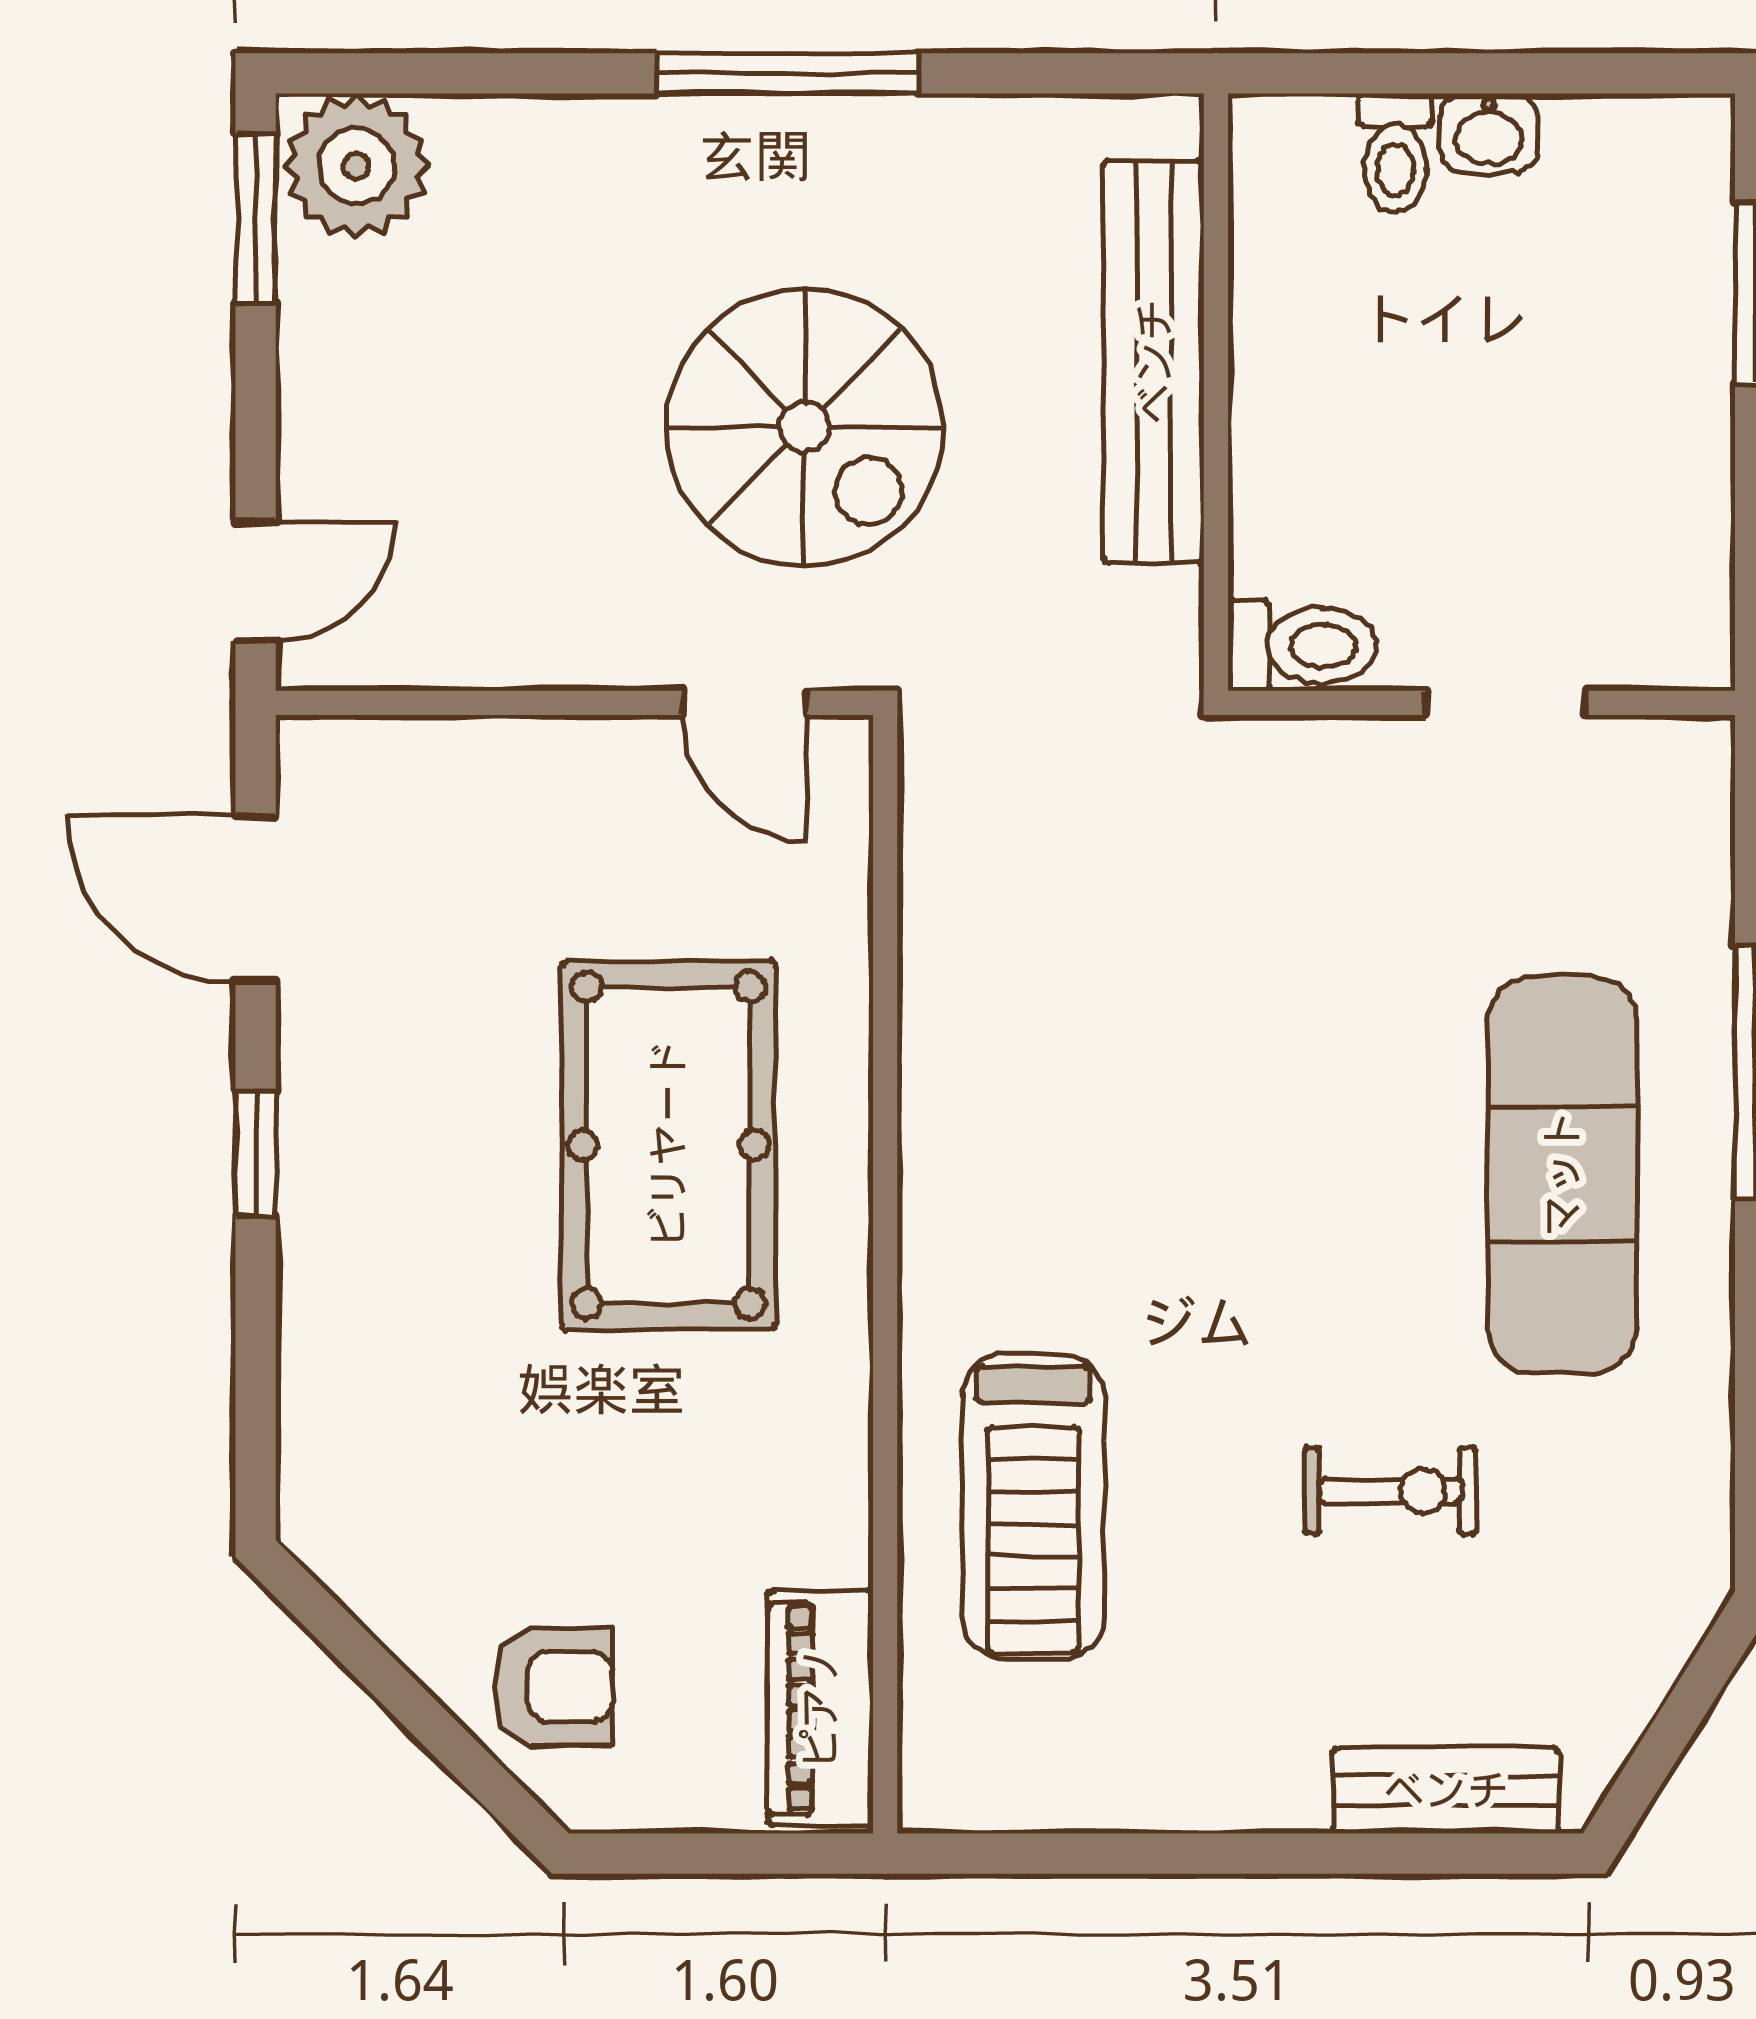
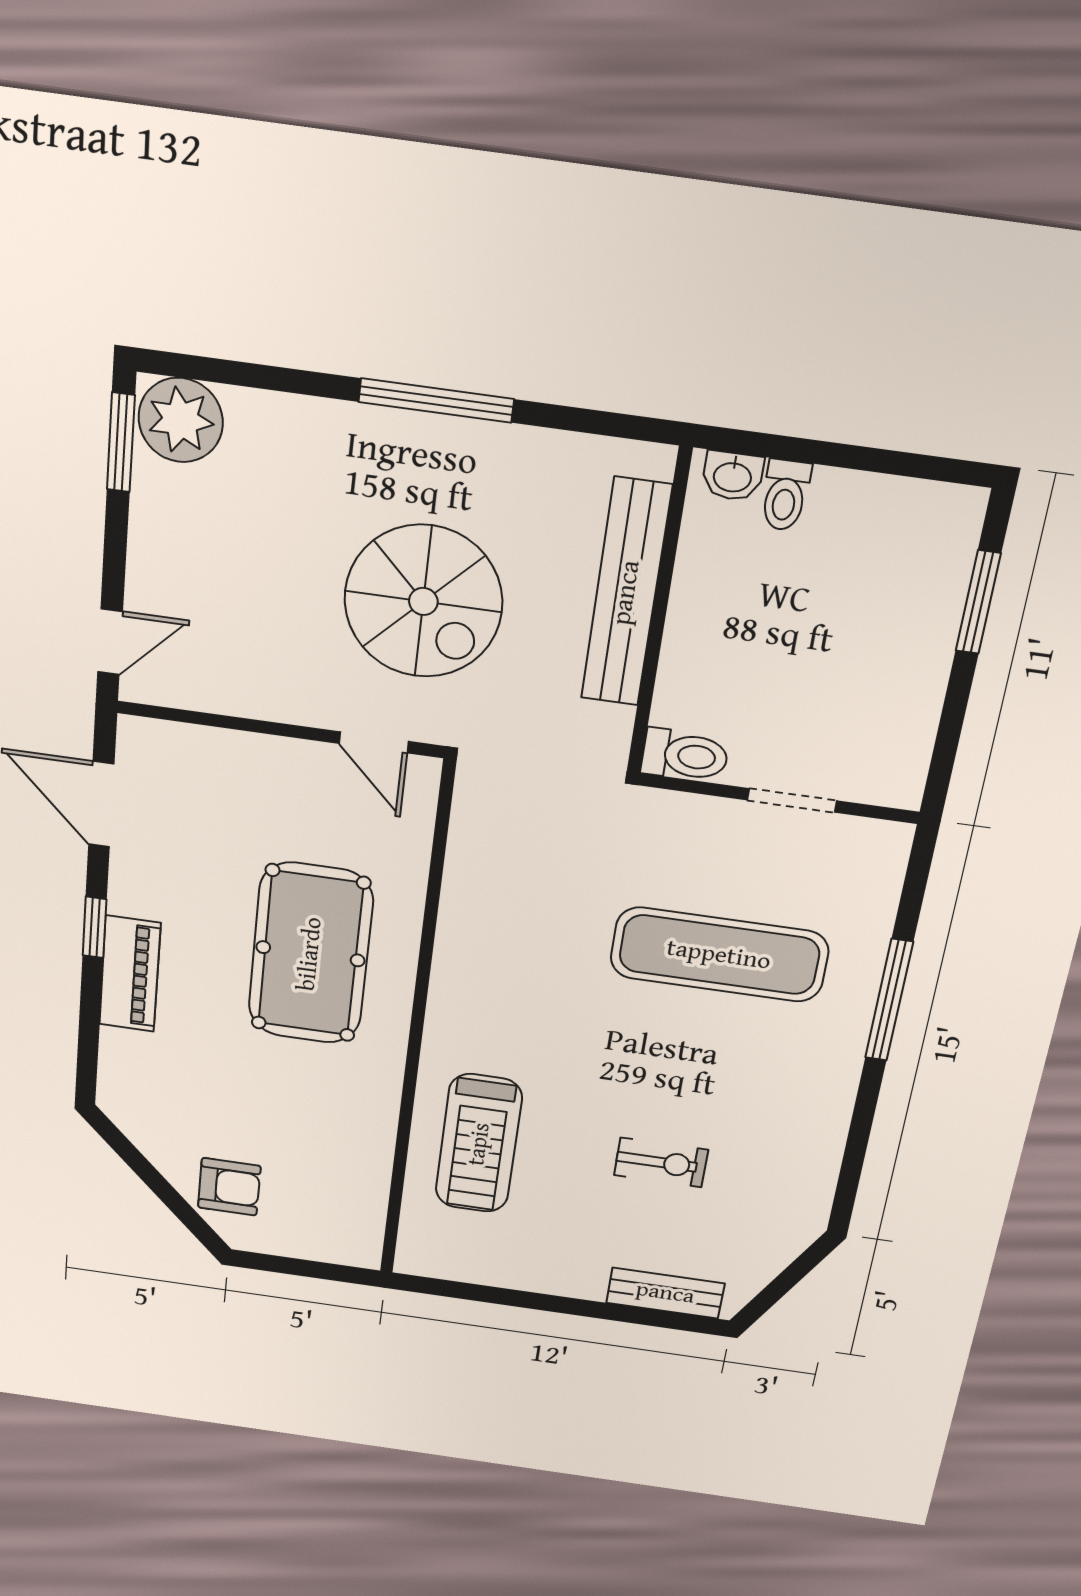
washbasin: (1489, 133) -> (733, 476), moved
exercise mat: (1562, 1174) -> (719, 955), moved, turned 90
piano: (820, 1708) -> (130, 974), moved, turned 180

